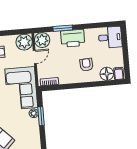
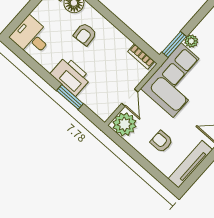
plant: (42, 40) -> (104, 107), removed
door: (35, 57) -> (130, 98), swing flipped
window: (41, 116) -> (174, 44), moved

